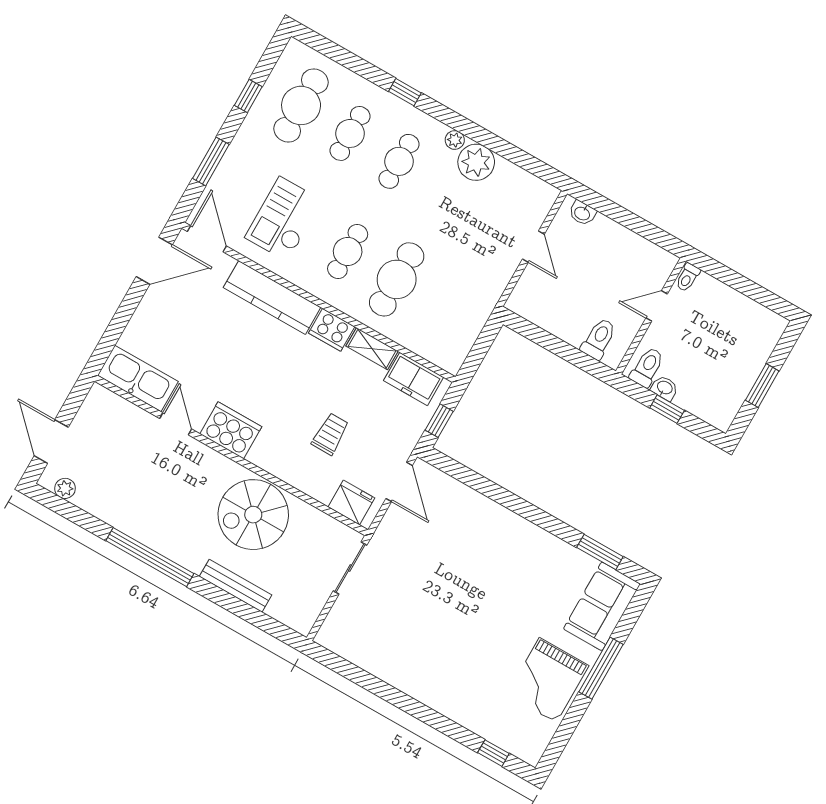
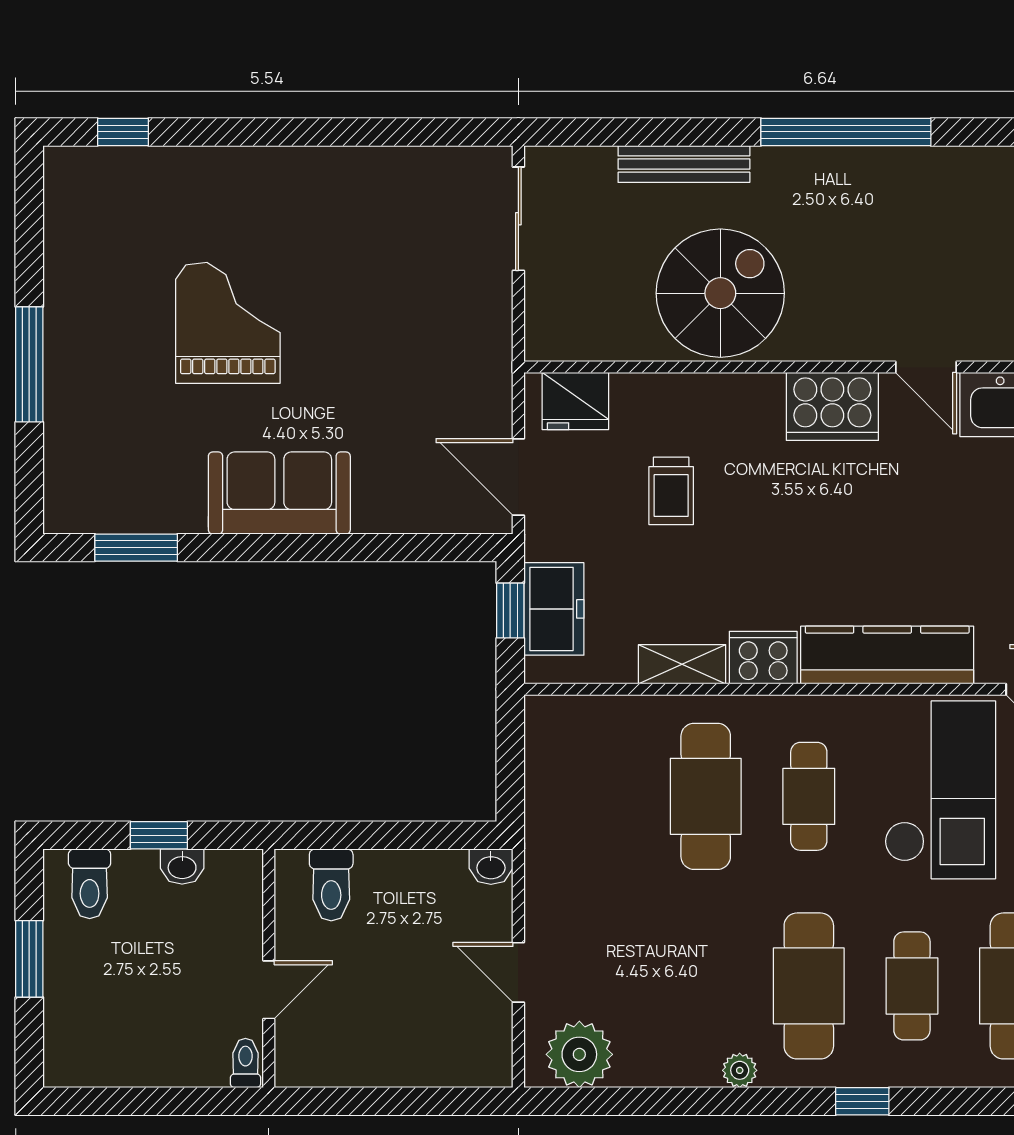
cafe table: (399, 161) -> (809, 986), width x1.37, depth x1.35
plant: (476, 162) -> (579, 1054), moved
washbasin: (582, 213) -> (491, 867), moved, turned 180
checkout: (283, 219) -> (940, 790), width x1.36, depth x1.21
toilet: (647, 367) -> (90, 884), moved
freezer: (414, 379) -> (554, 609), moved, turned 90
sliding door: (350, 568) -> (518, 219), moved
sofa: (602, 606) -> (279, 493), moved, turned -90
grand piano: (548, 680) -> (228, 323), moved

